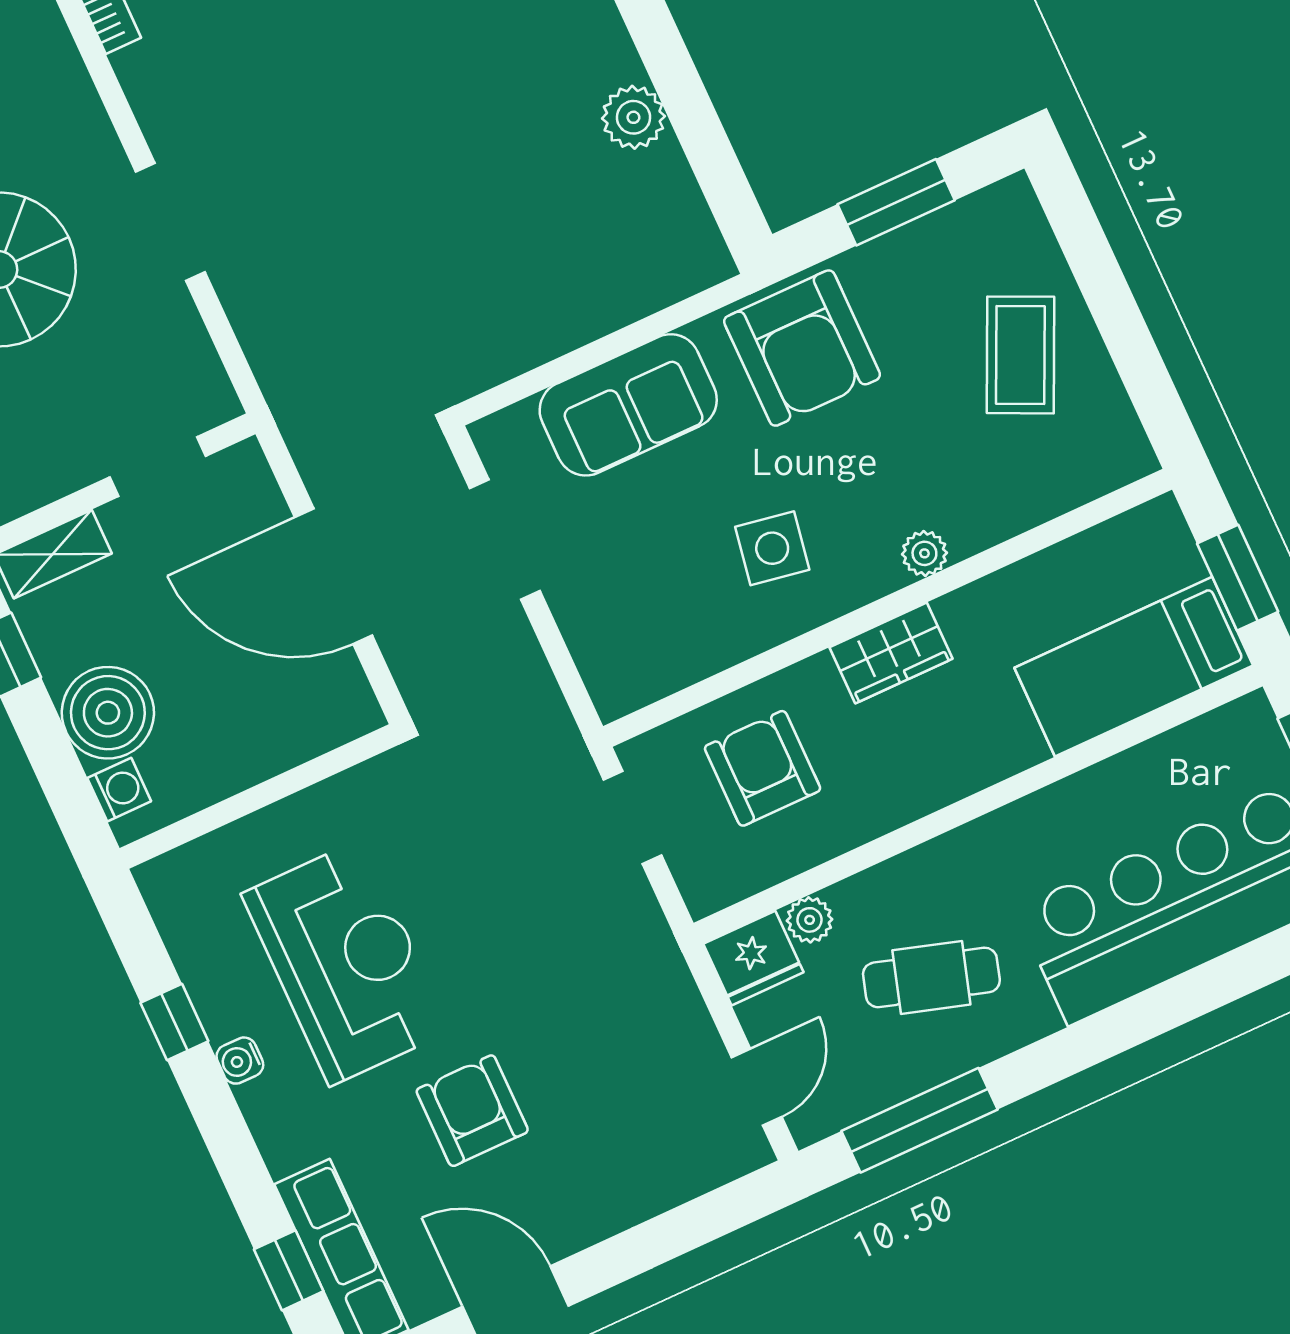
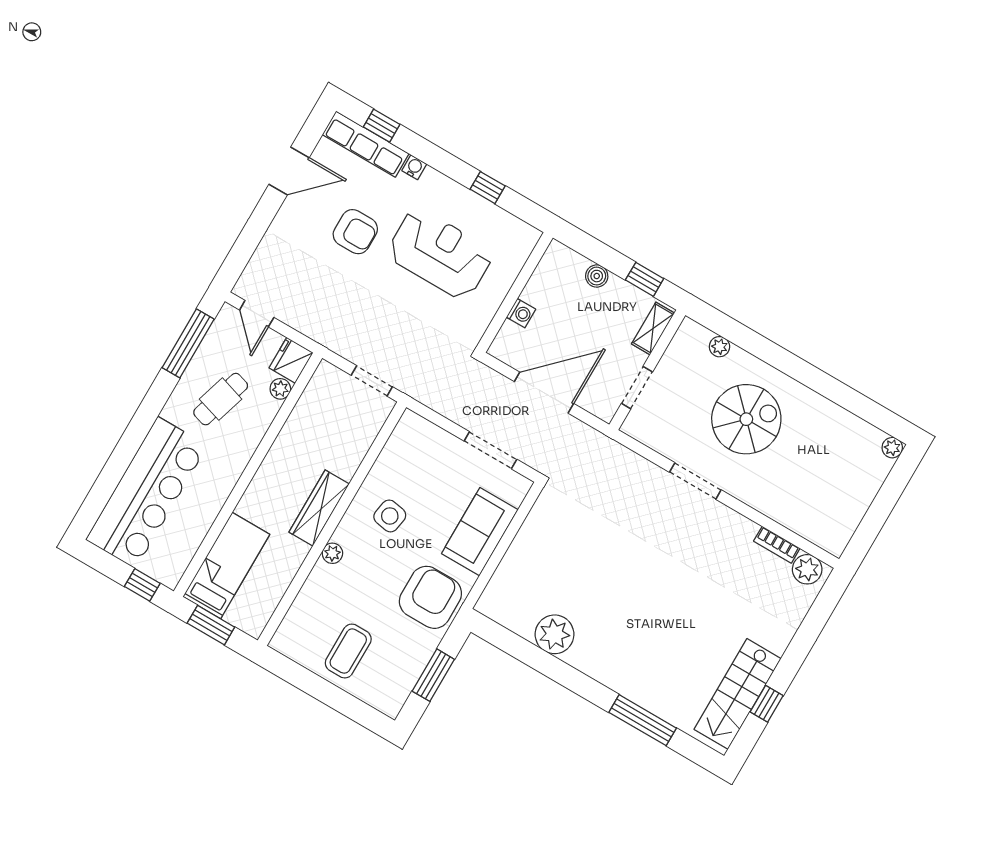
plant: (633, 117) -> (554, 634), width x1.36, depth x1.36
armchair: (802, 348) -> (430, 597), turned 90
coffee table: (1020, 355) -> (348, 651), turned 65
wardrobe: (891, 653) -> (319, 508), width x1.50
boiler: (108, 713) -> (597, 276), width x0.54, depth x0.54
armchair: (763, 768) -> (337, 432), removed
washing machine: (119, 790) -> (521, 313), moved, turned -90
reception desk: (346, 962) -> (440, 254), turned 180
water cooler: (240, 1061) -> (414, 167), moved

